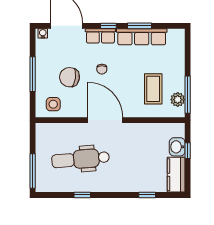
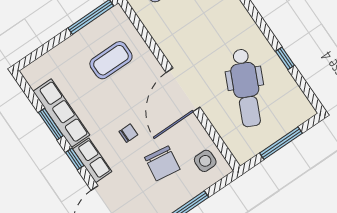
plant: (178, 100) -> (104, 24), removed
dental chair: (81, 159) -> (246, 88), turned 30
window: (33, 171) -> (281, 143), moved

